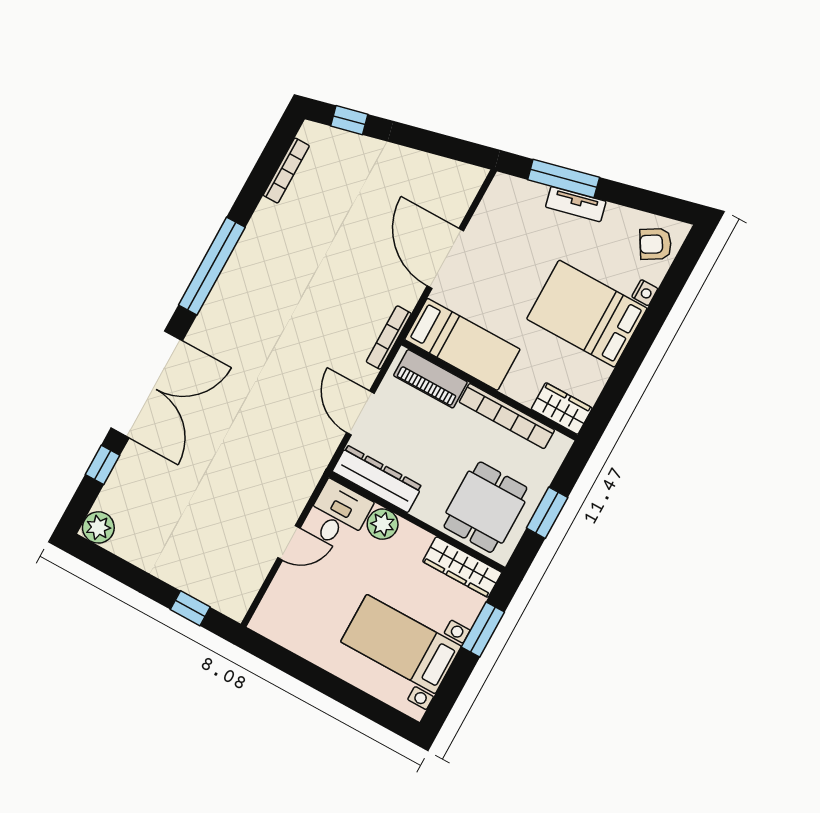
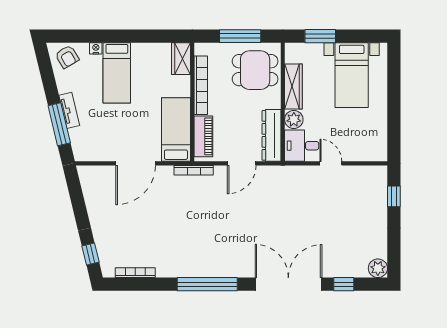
bed: (587, 314) -> (117, 73), width x0.67
window: (547, 513) -> (240, 36), width x1.44
wardrobe: (462, 567) -> (293, 86), moved

